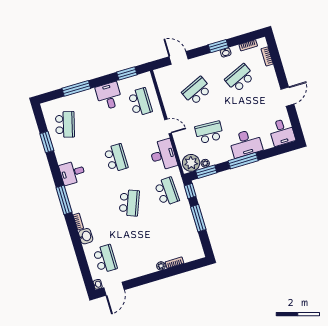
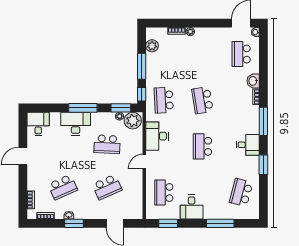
door: (168, 126) -> (144, 162), hinge flipped
window: (47, 142) -> (263, 165), moved
school desk: (129, 203) -> (202, 100), turned -30
plant: (194, 241) -> (152, 46), added

